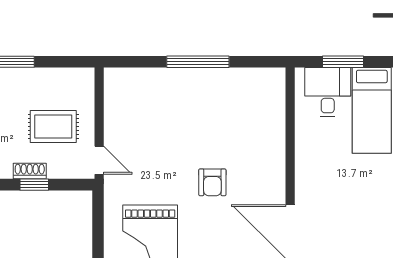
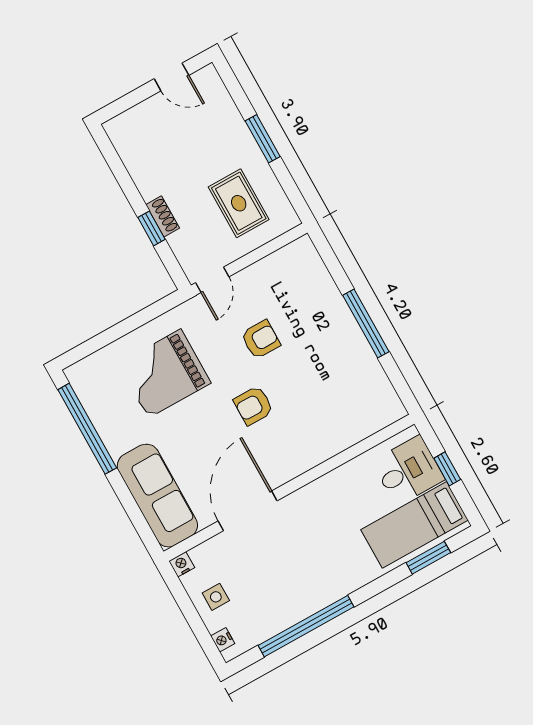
window: (343, 62) -> (447, 469), width x0.67
rug: (53, 127) -> (239, 203), moved
armchair: (165, 149) -> (261, 339), added

